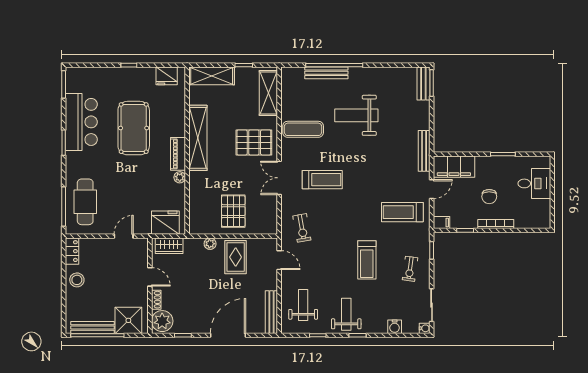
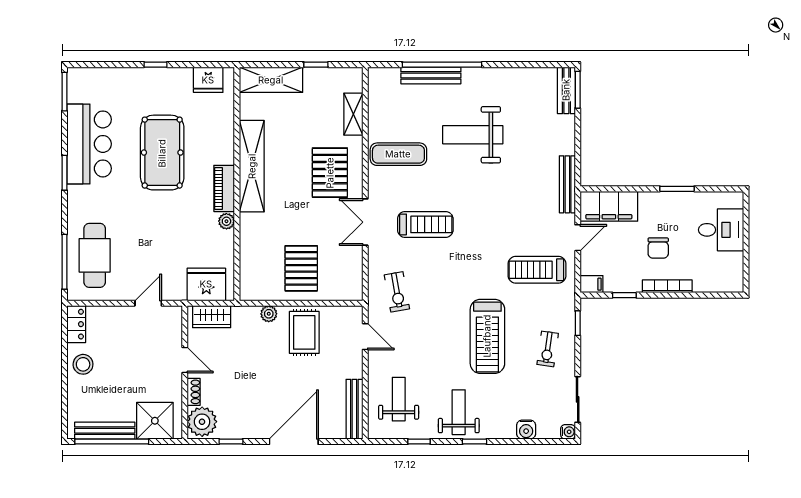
shelving: (268, 93) -> (353, 114), width x0.67, depth x0.75
pallet: (254, 142) -> (330, 173), turned 90
treadmill: (367, 260) -> (487, 336), width x1.37, depth x1.38

